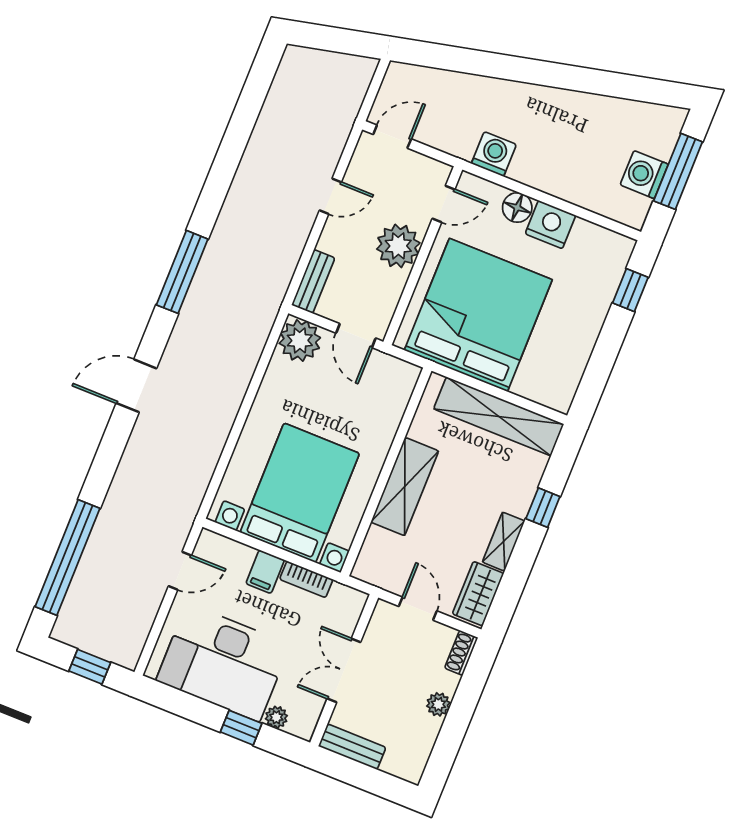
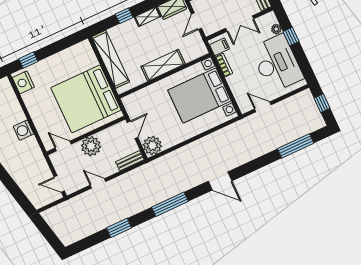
washing machine: (494, 154) -> (23, 130), moved
window: (229, 156) -> (119, 228), added
floor lamp: (517, 207) -> (40, 122), removed
nightstand: (550, 225) -> (23, 82), moved
window: (67, 557) -> (296, 146), width x0.68
filing cabinet: (265, 572) -> (220, 47), moved

